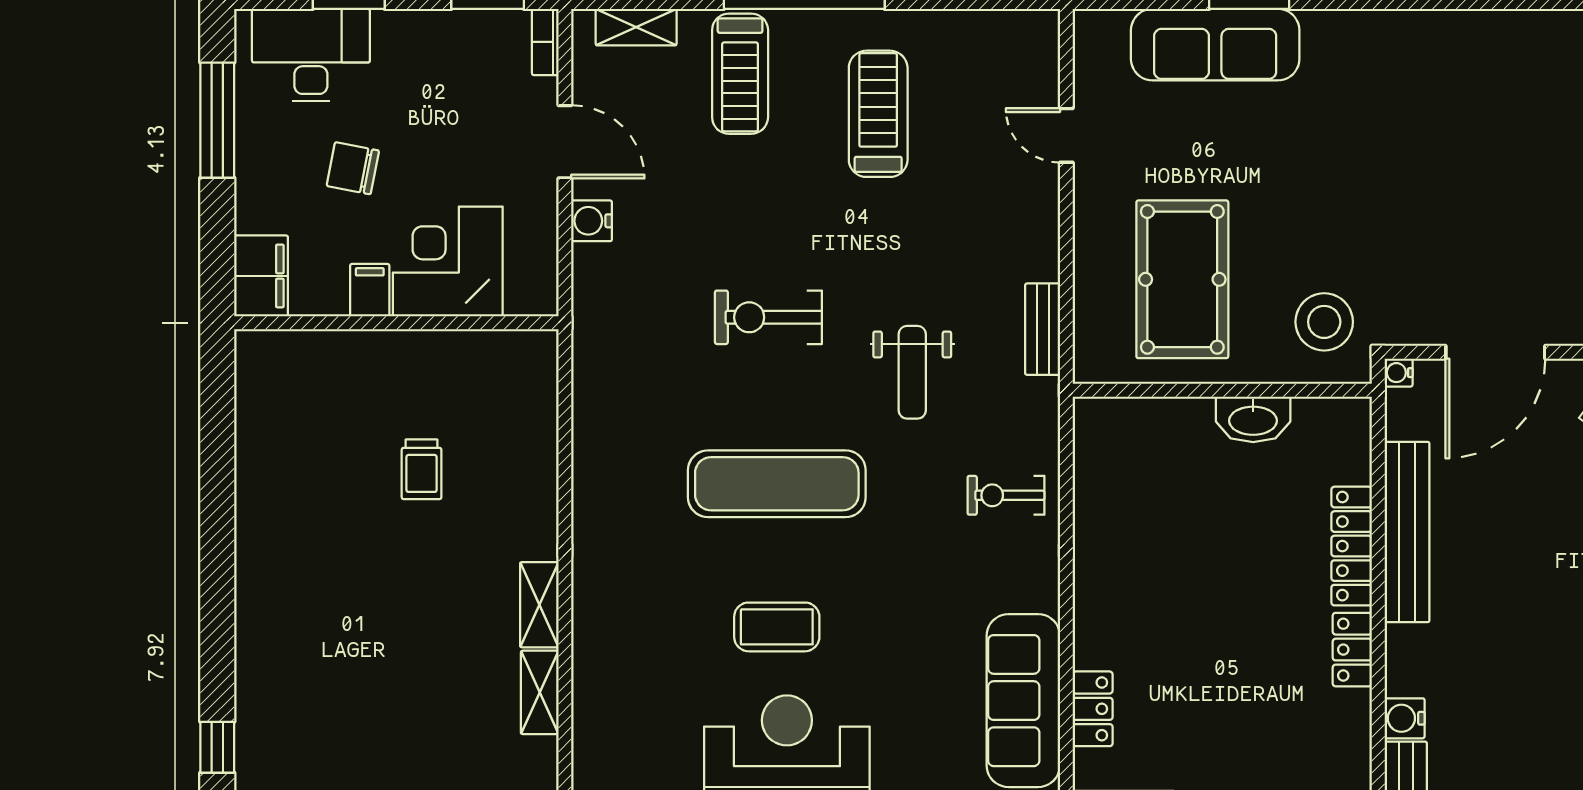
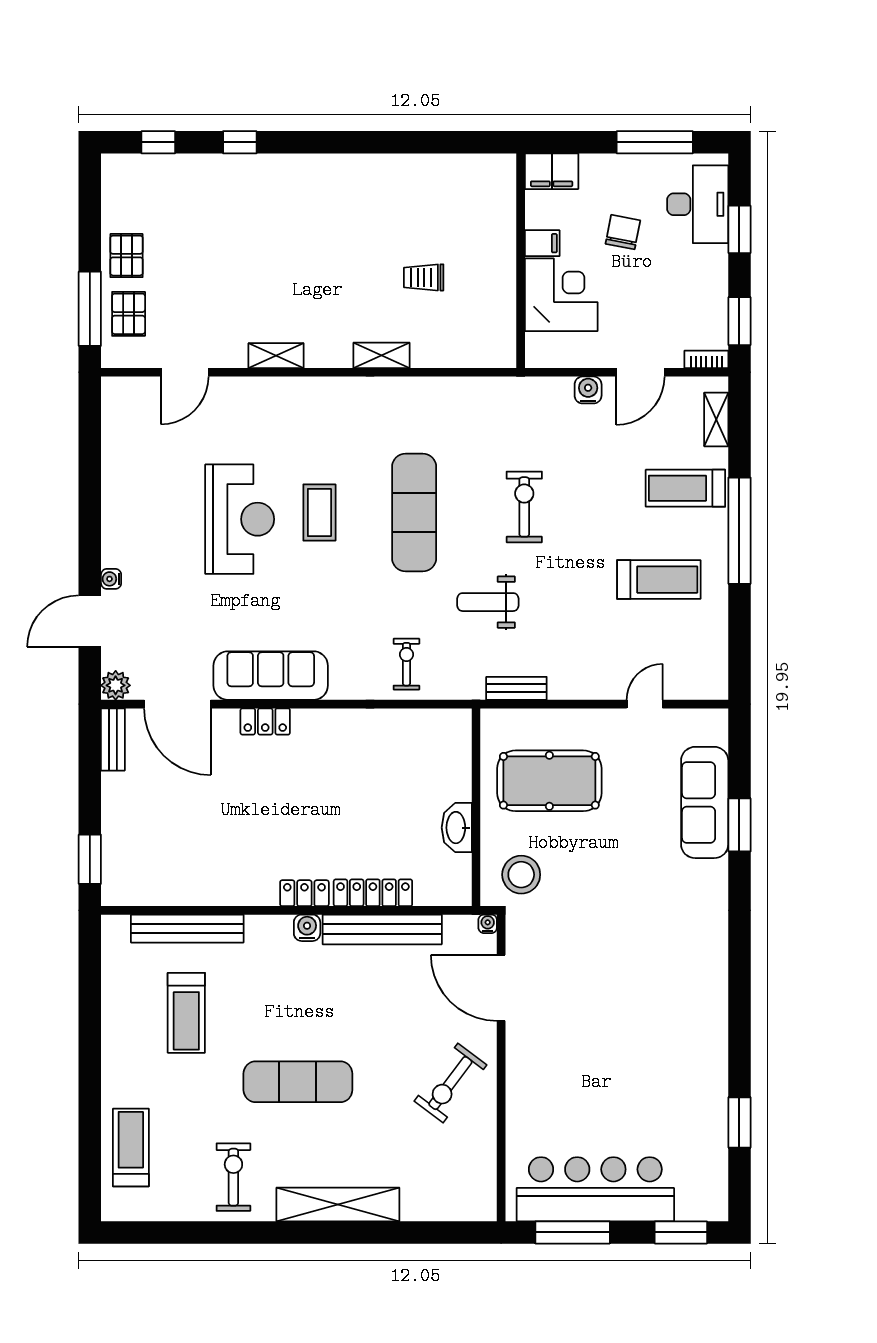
shelving: (539, 605) -> (382, 355), moved
water cooler: (1405, 718) -> (307, 928), moved

